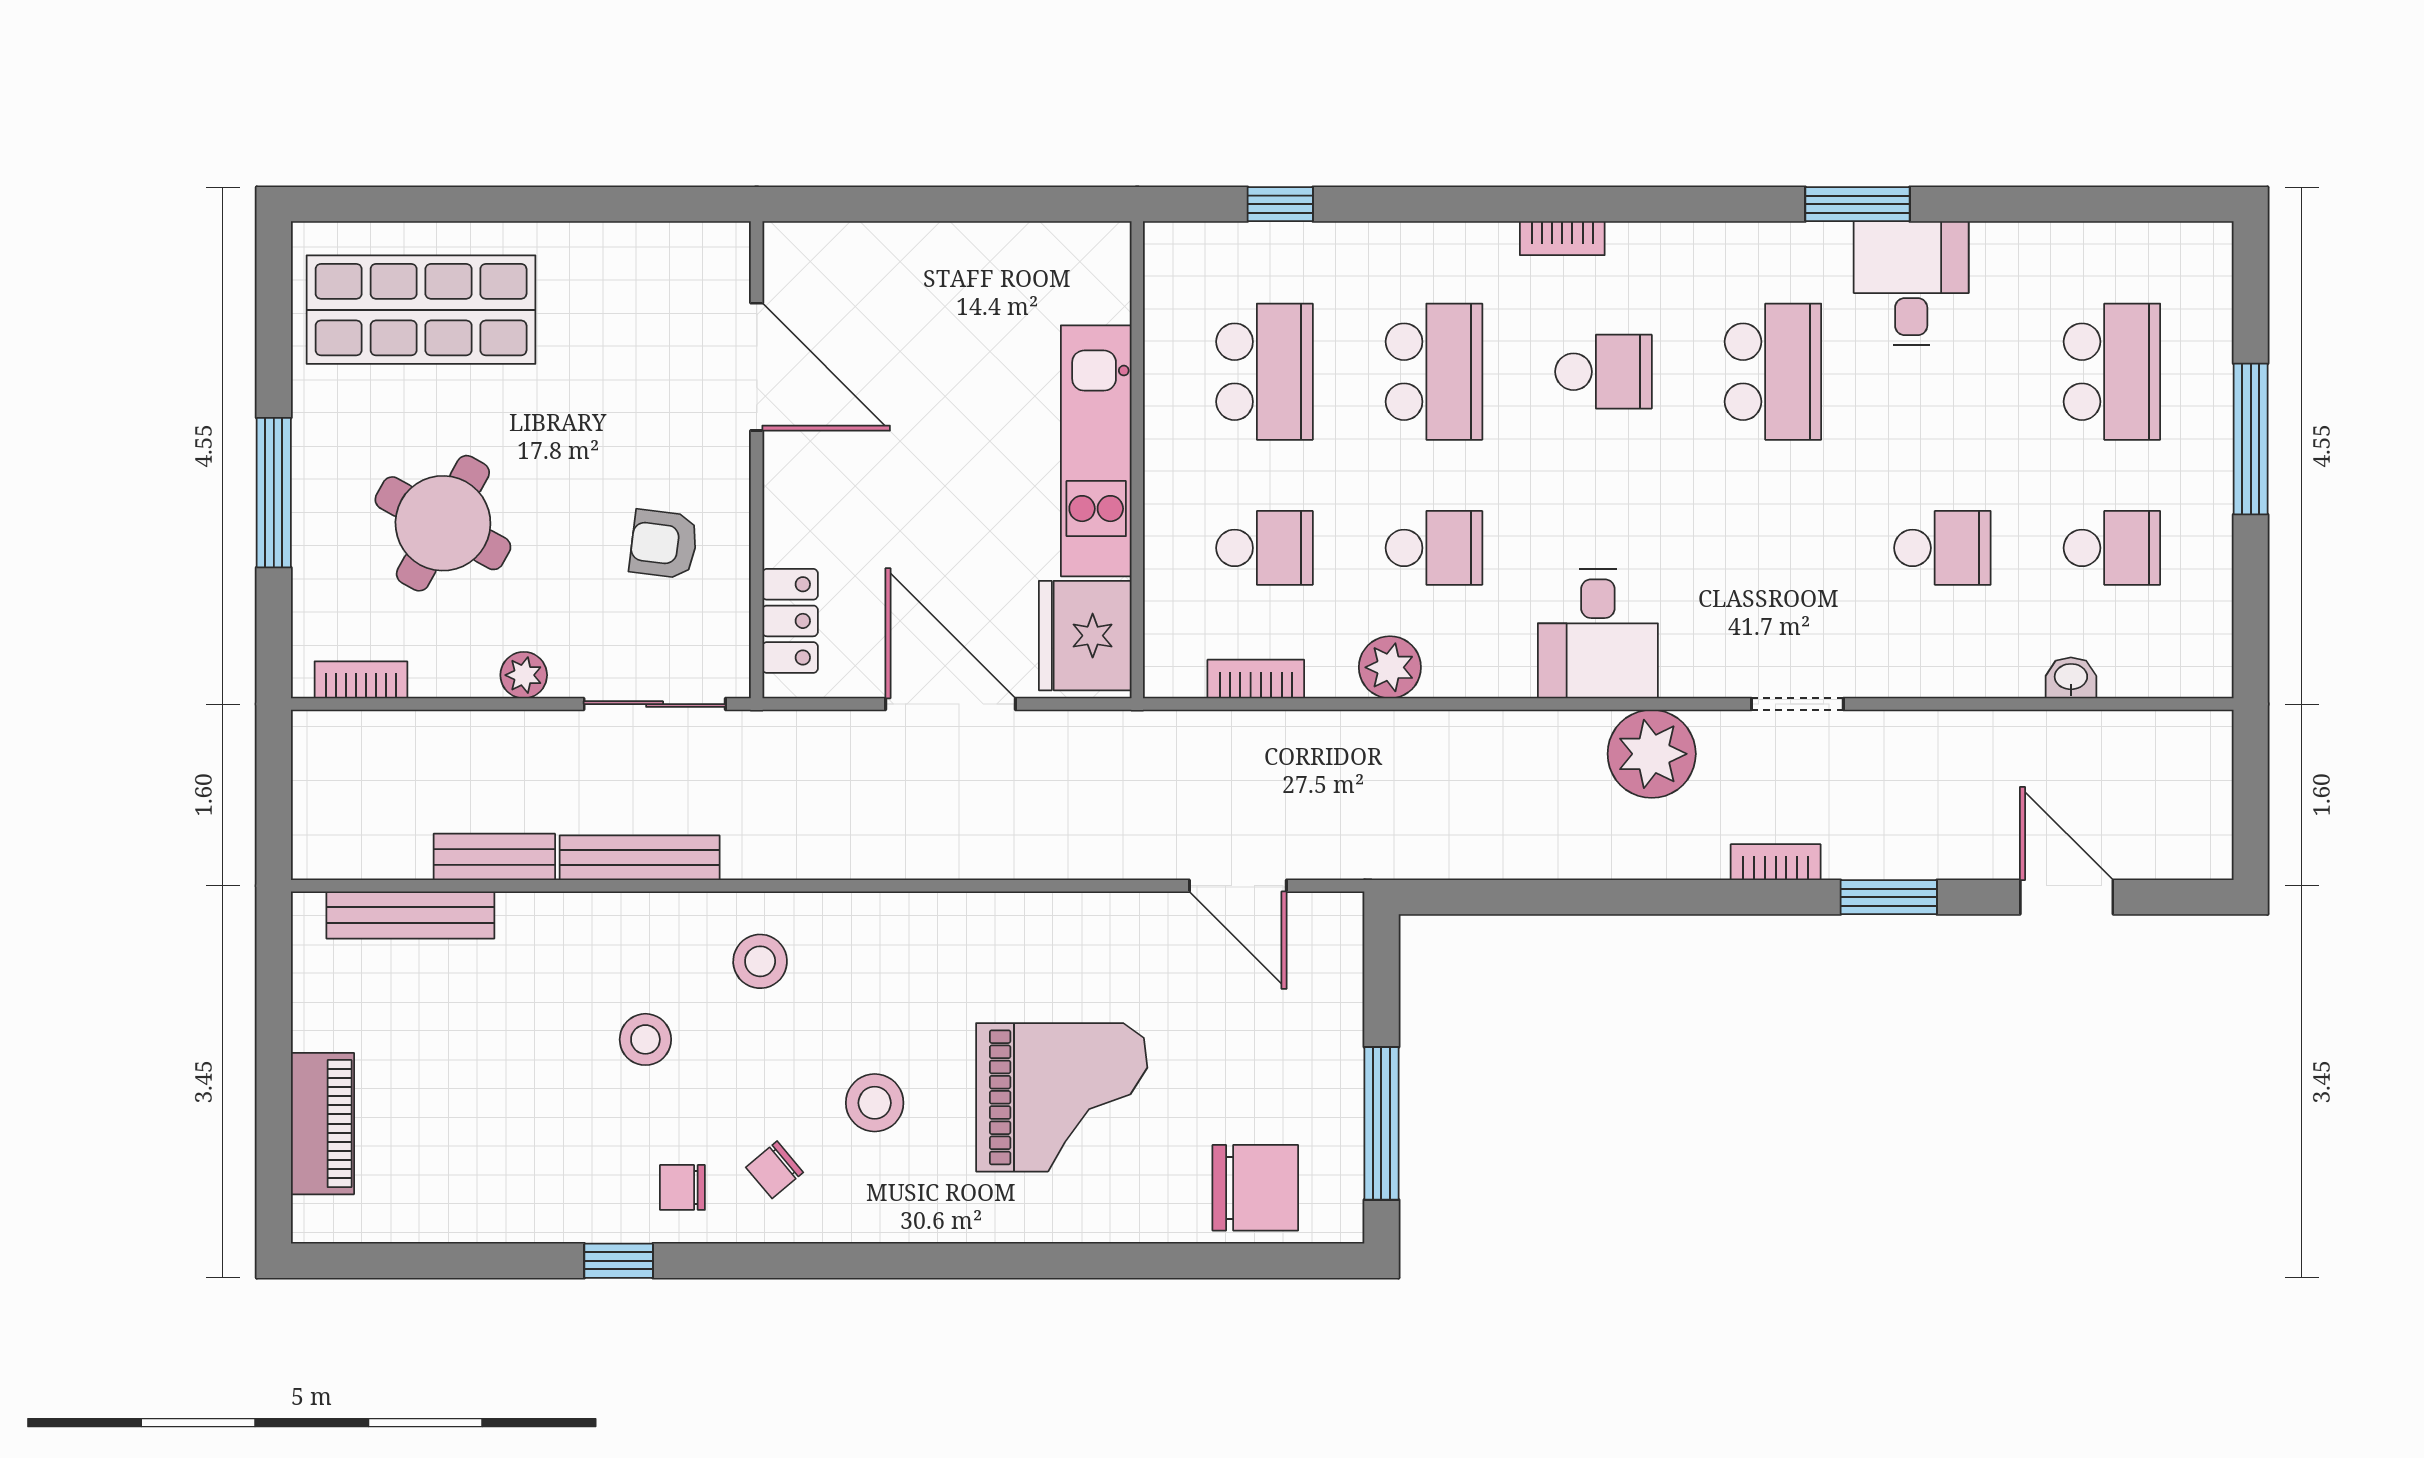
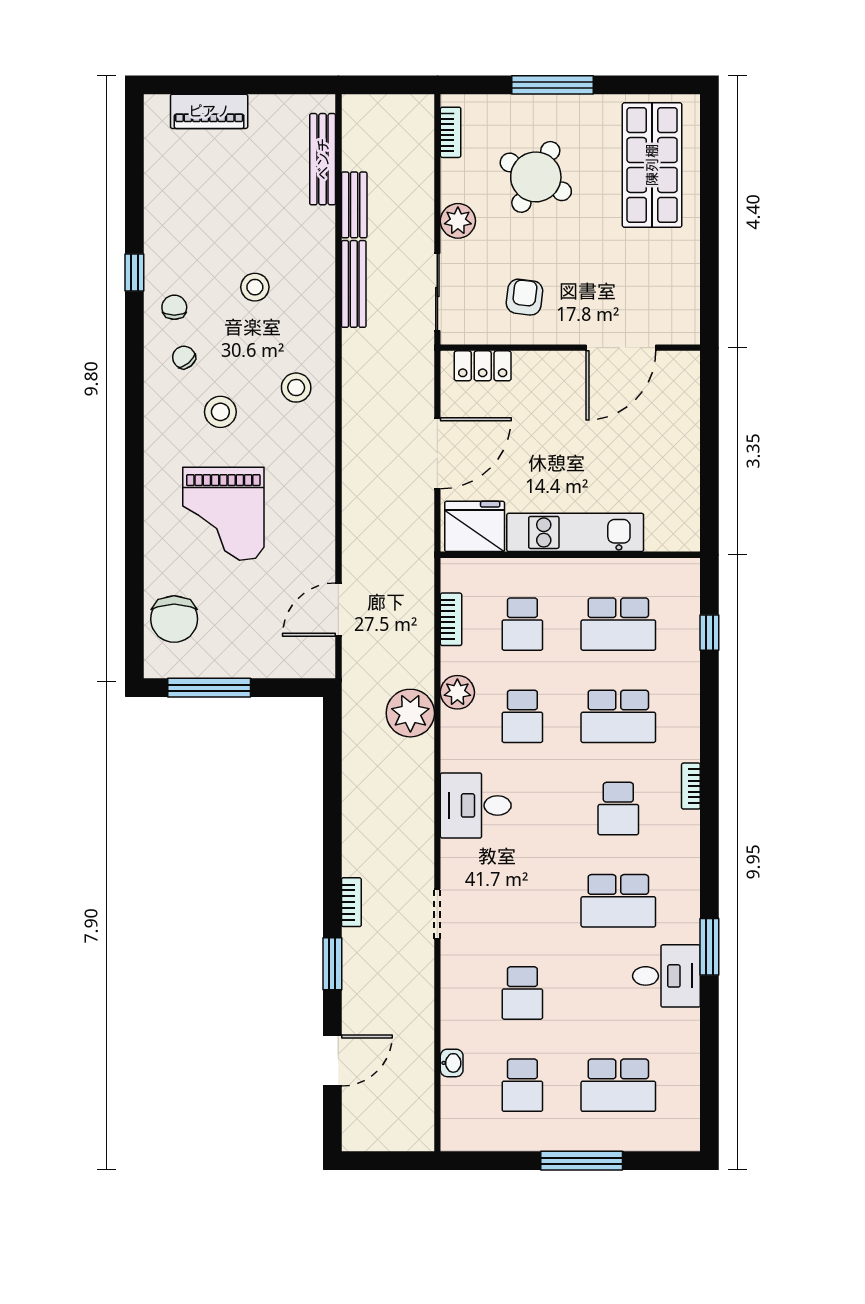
plant: (524, 675) -> (458, 221), width x1.38, depth x1.38
plant: (1652, 754) -> (410, 713), moved
stool: (760, 961) -> (296, 388), moved

